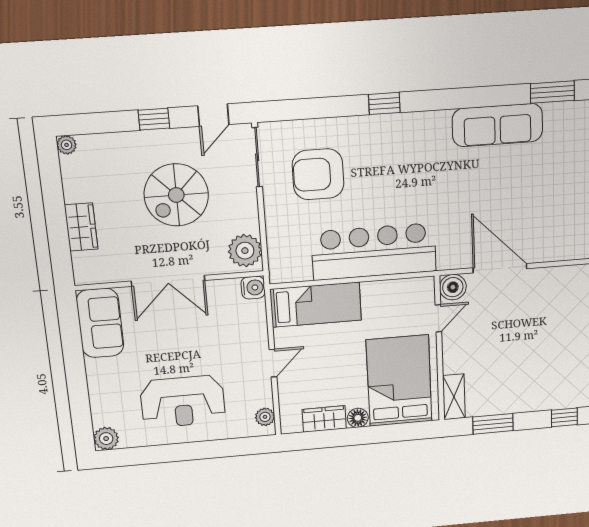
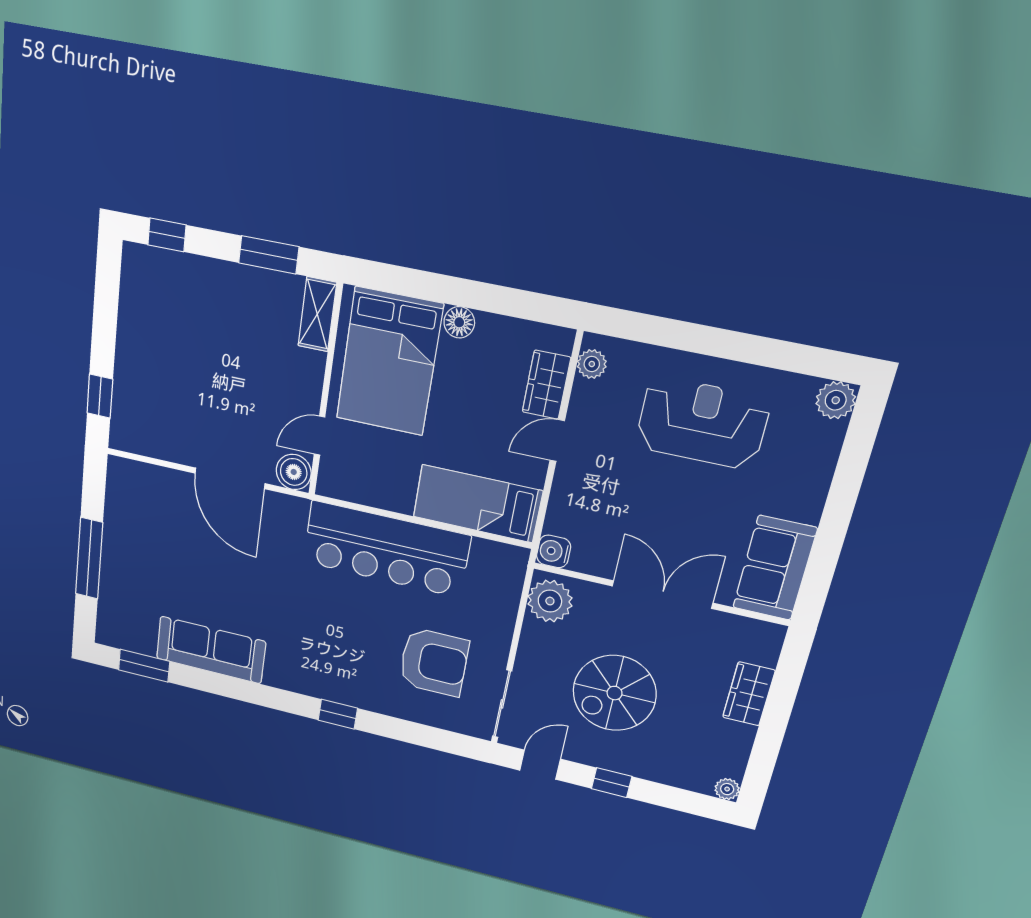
spiral stairs: (176, 195) -> (615, 693), turned 180
wardrobe: (324, 419) -> (546, 385), moved, turned 90

